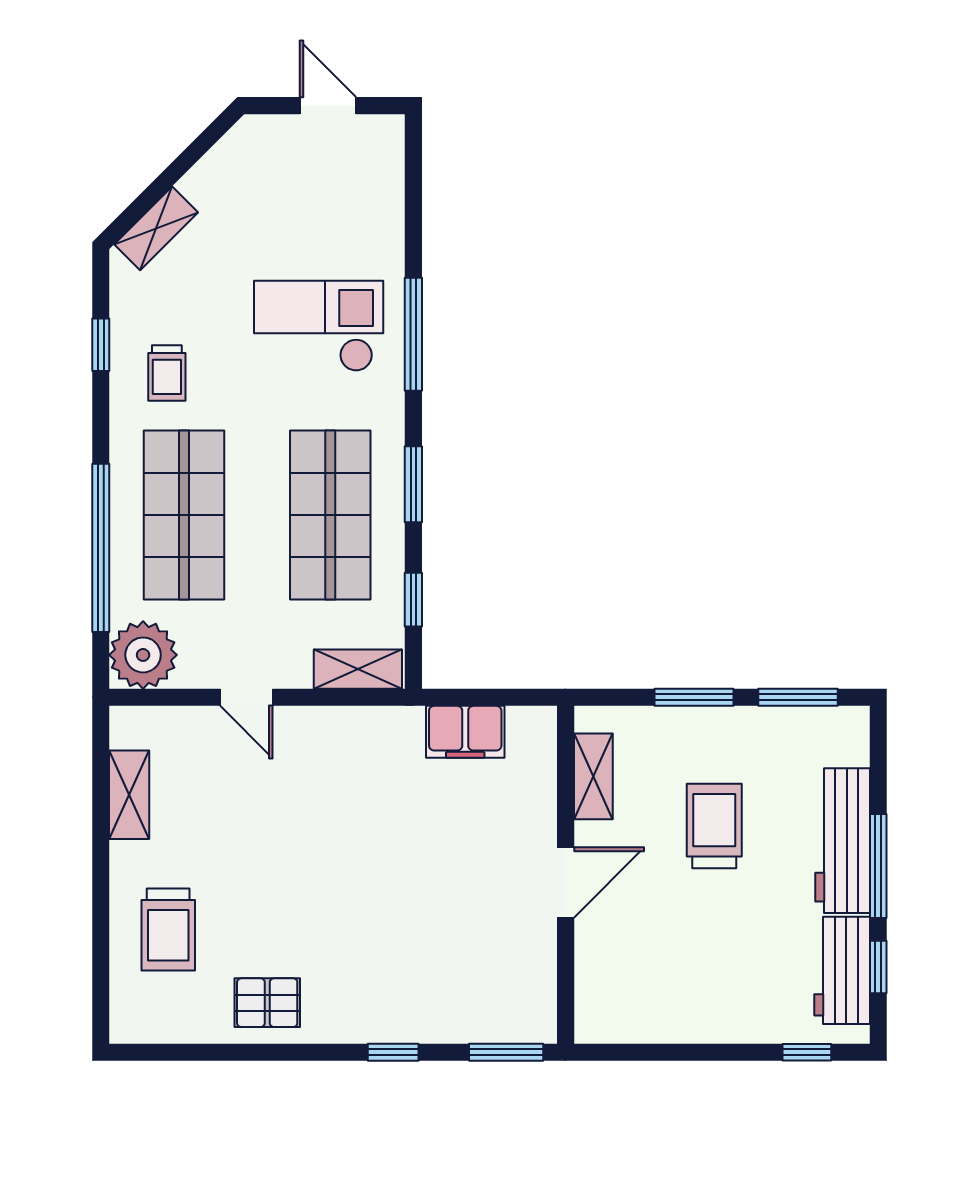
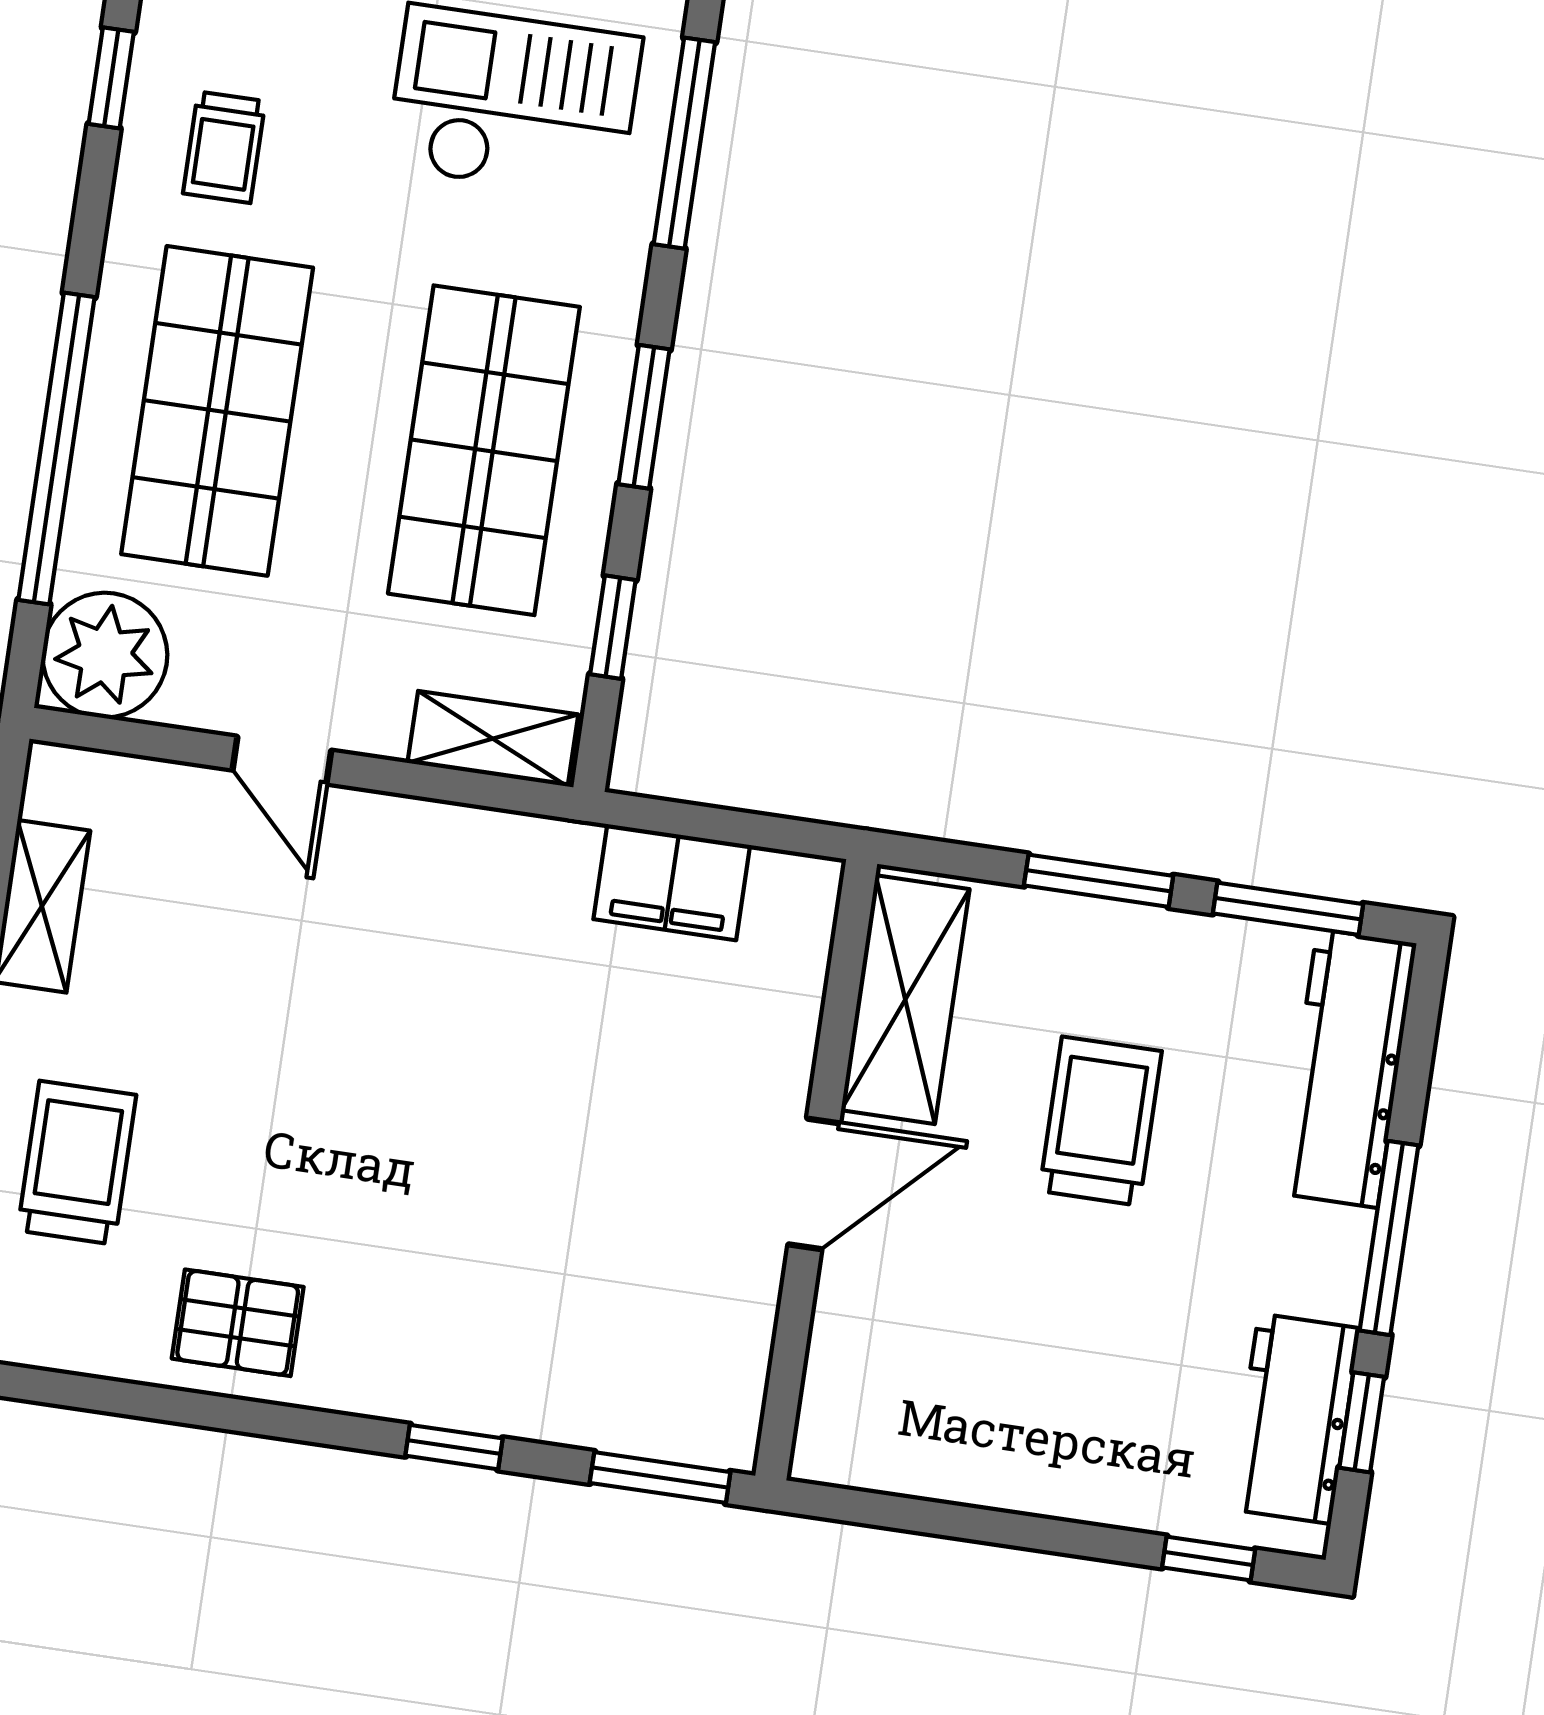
shelving: (593, 776) -> (905, 1000), width x1.50, depth x1.33
workbench: (843, 841) -> (1347, 1068), moved
trolley: (168, 930) -> (77, 1163), turned 180

